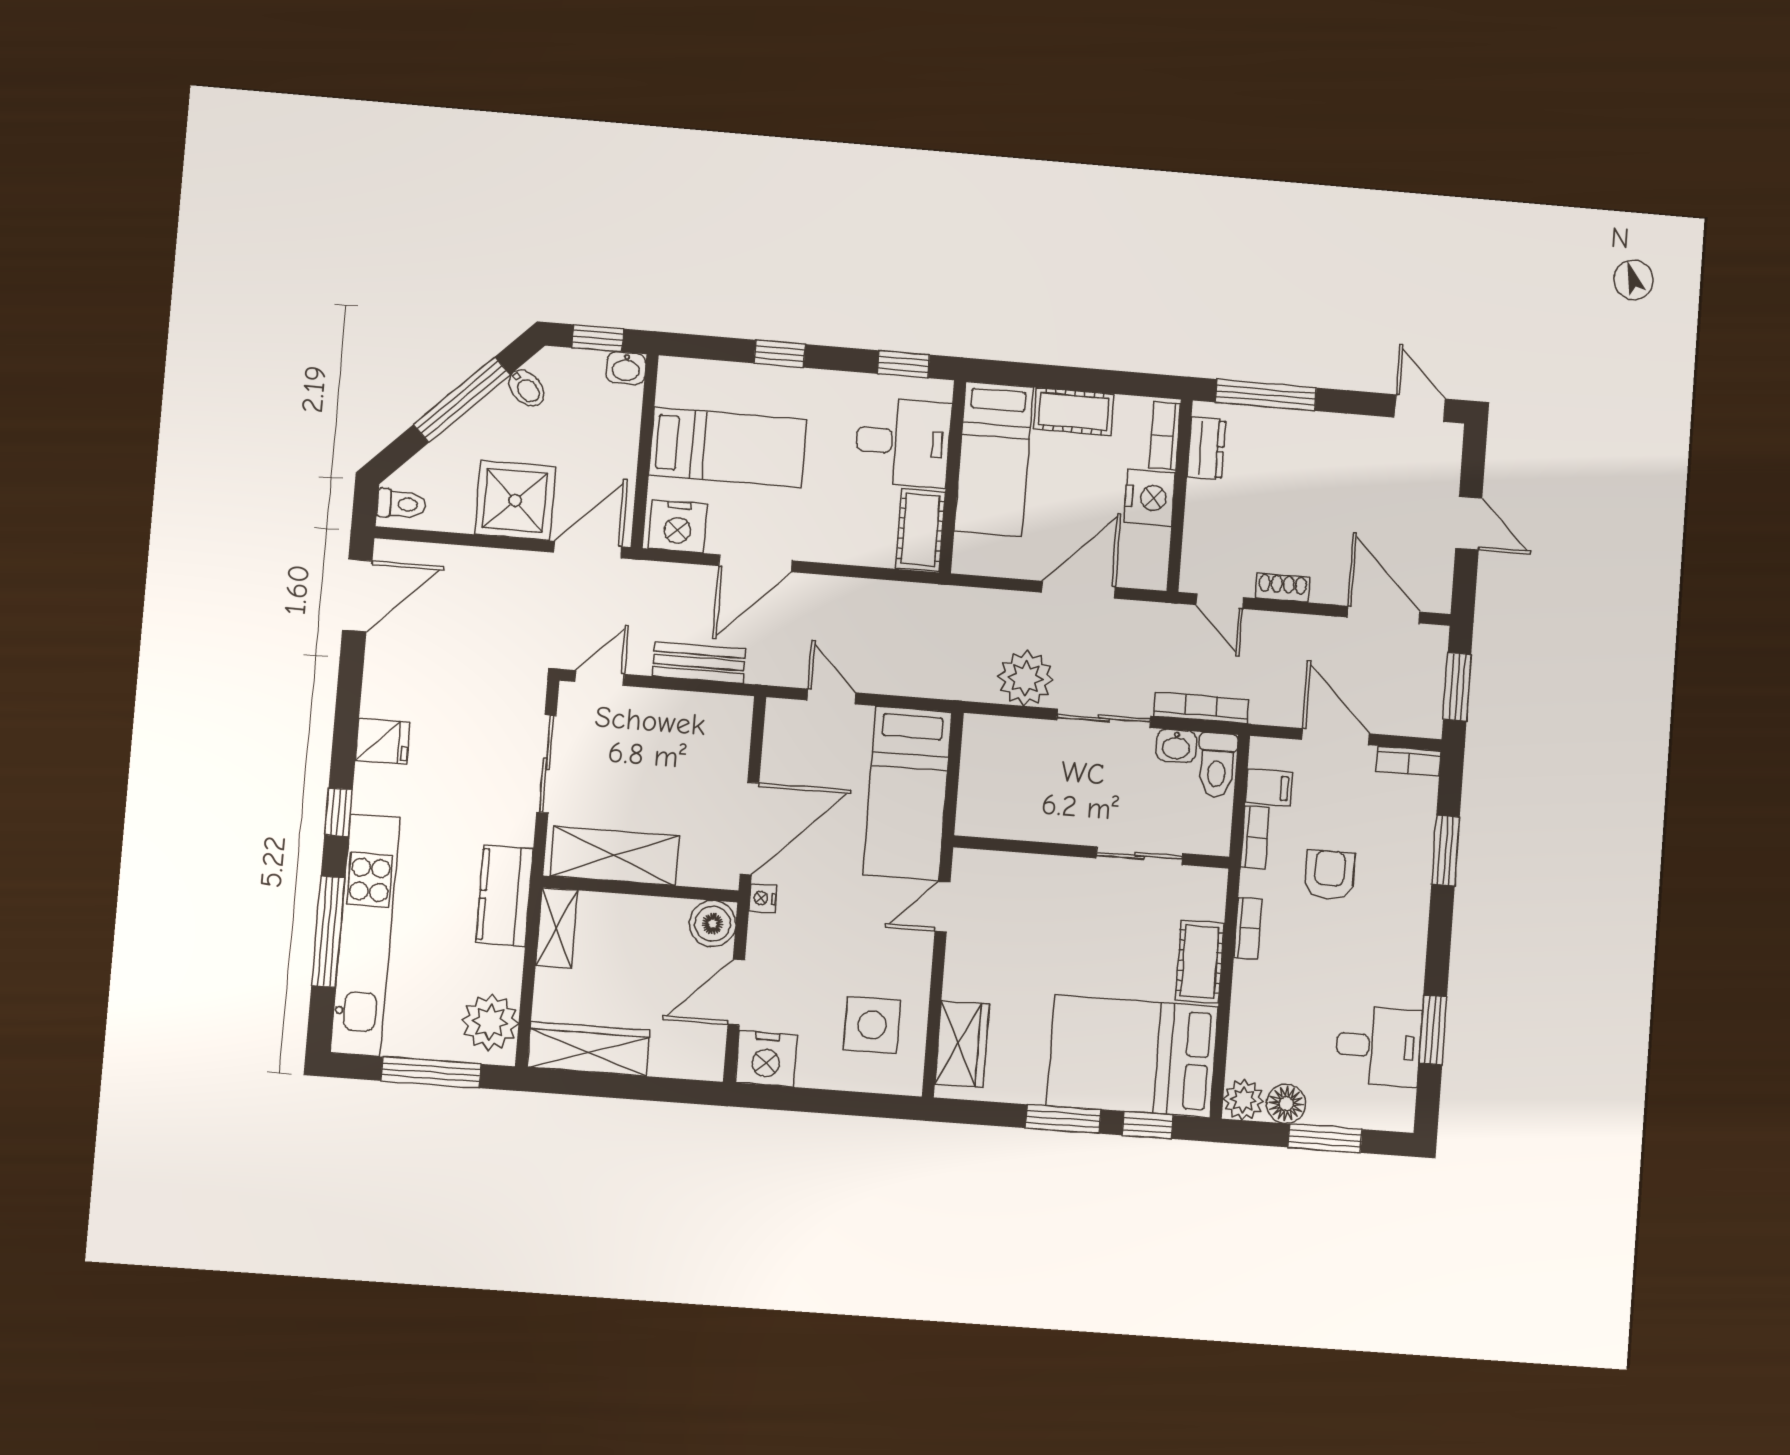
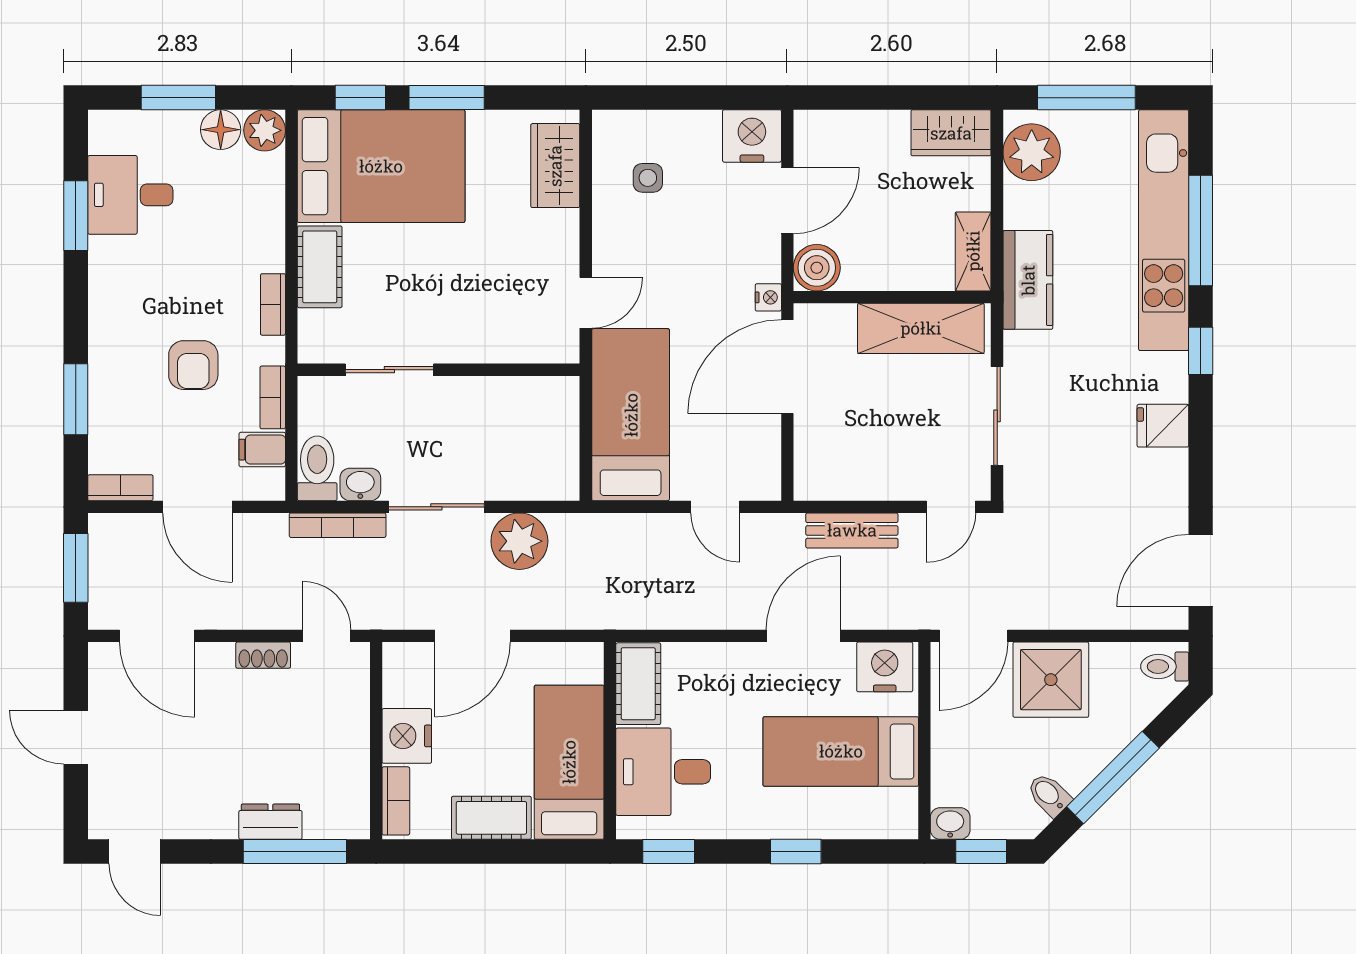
dresser: (1206, 448) -> (270, 822), moved, turned 90
side table: (872, 1025) -> (648, 178), width x0.54, depth x0.54
wardrobe: (588, 1049) -> (951, 133), width x0.67

